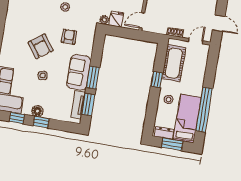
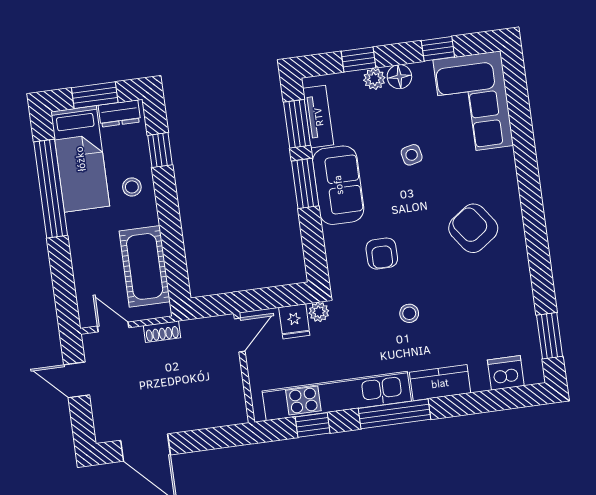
door: (196, 41) -> (113, 327), swing flipped
armchair: (41, 46) -> (473, 228), moved
window: (157, 80) -> (160, 150), moved
plant: (49, 114) -> (374, 79), added
window: (41, 122) -> (359, 59), moved

